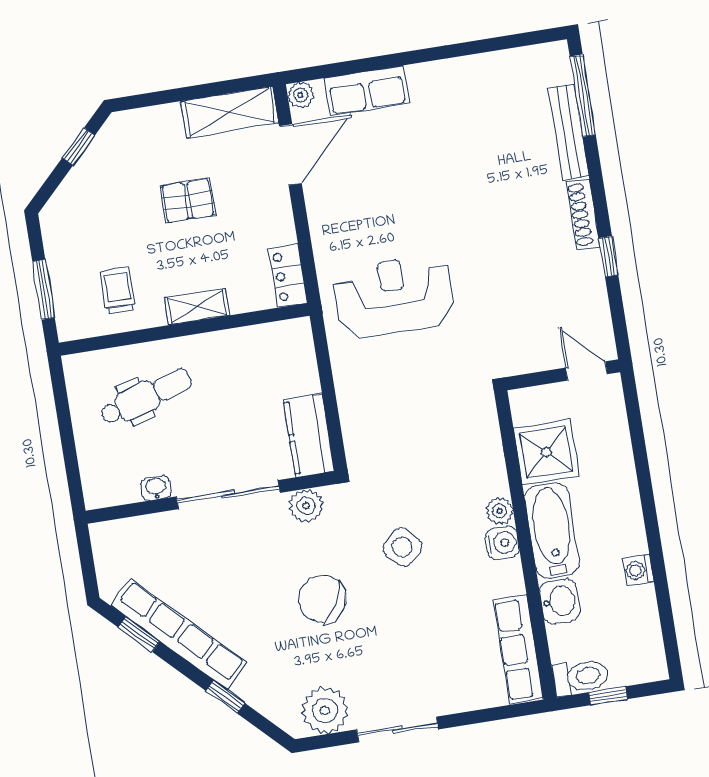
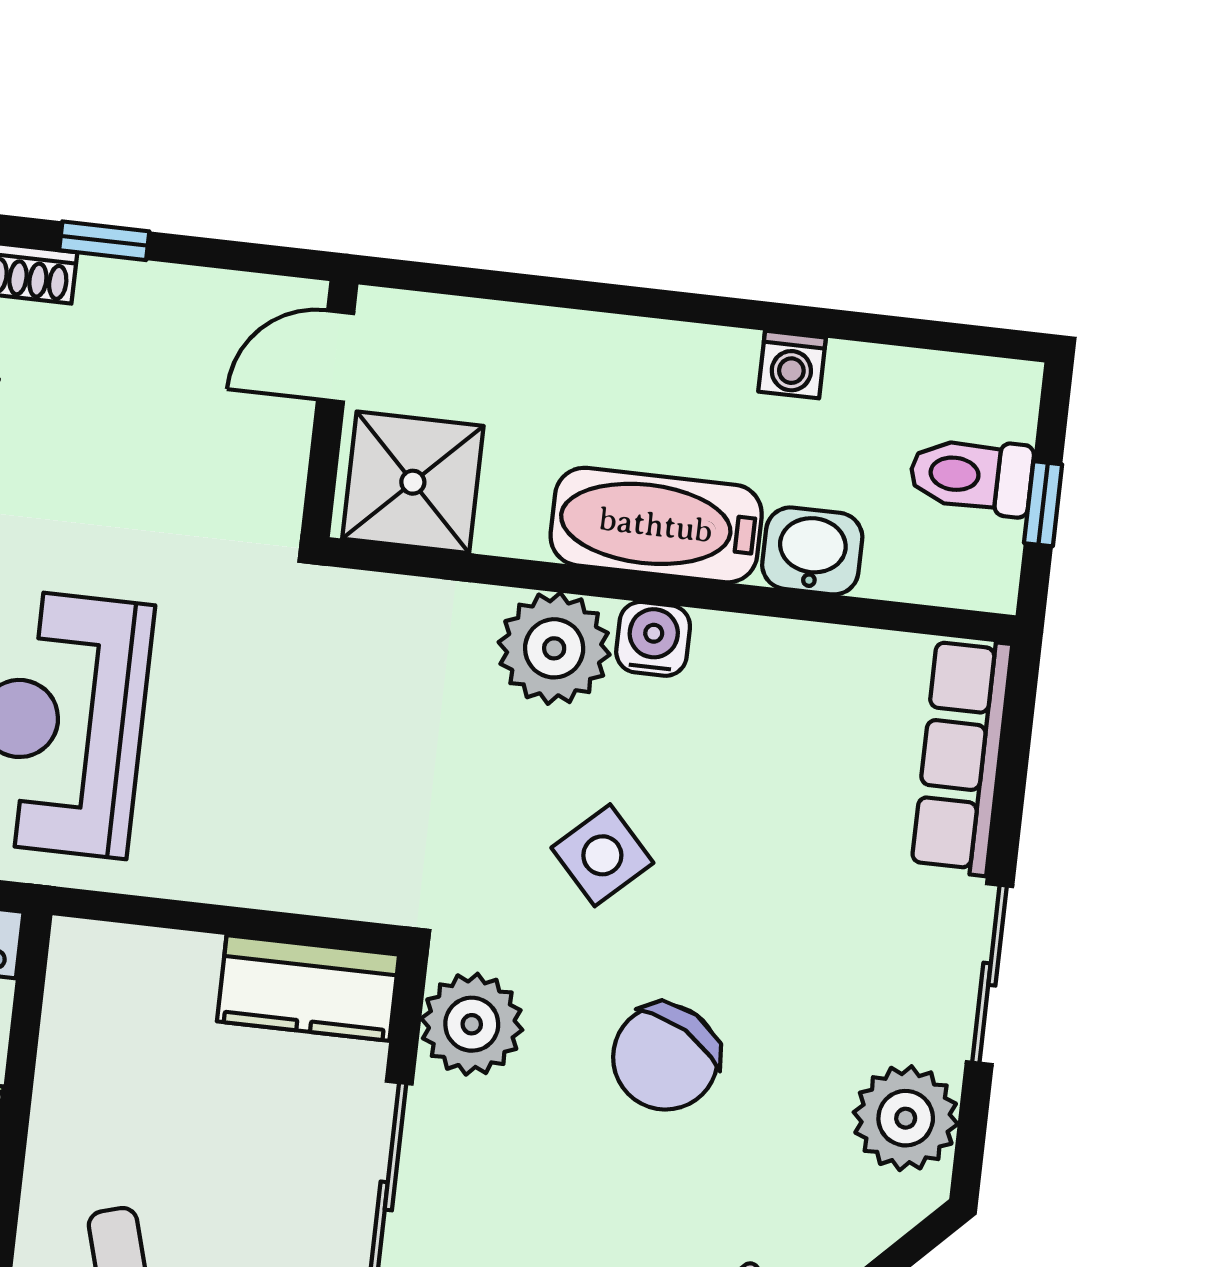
shower: (546, 452) -> (413, 482), moved
plant: (306, 506) -> (472, 1024), width x1.36, depth x1.36
plant: (500, 511) -> (554, 648), width x1.88, depth x1.88
row of seats: (518, 649) -> (962, 756), moved, turned 90
toilet: (580, 677) -> (971, 476), moved, turned -90

